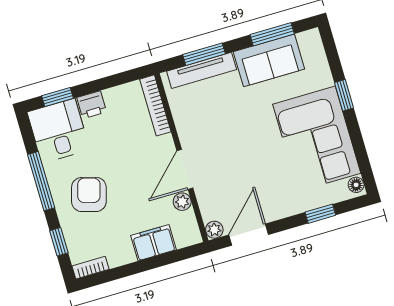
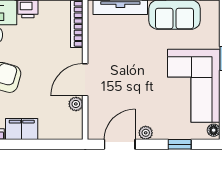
plant: (214, 230) -> (146, 133), moved
filing cabinet: (154, 243) -> (22, 129), moved

